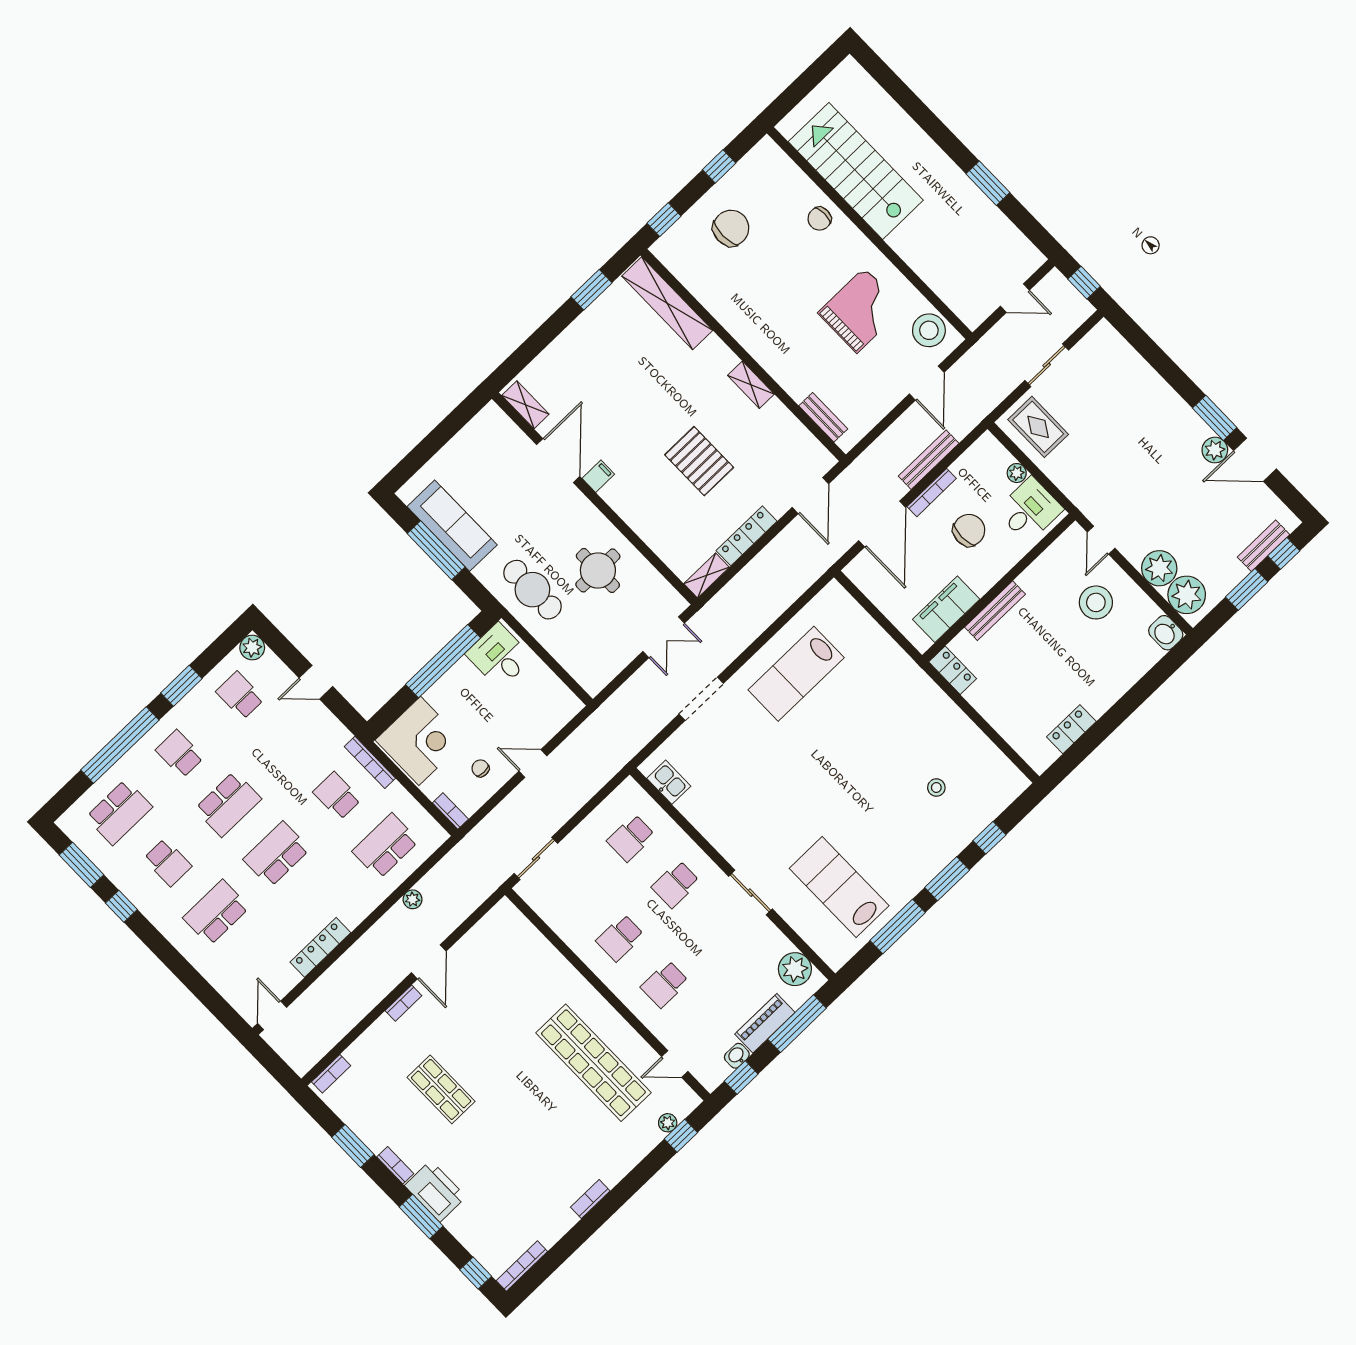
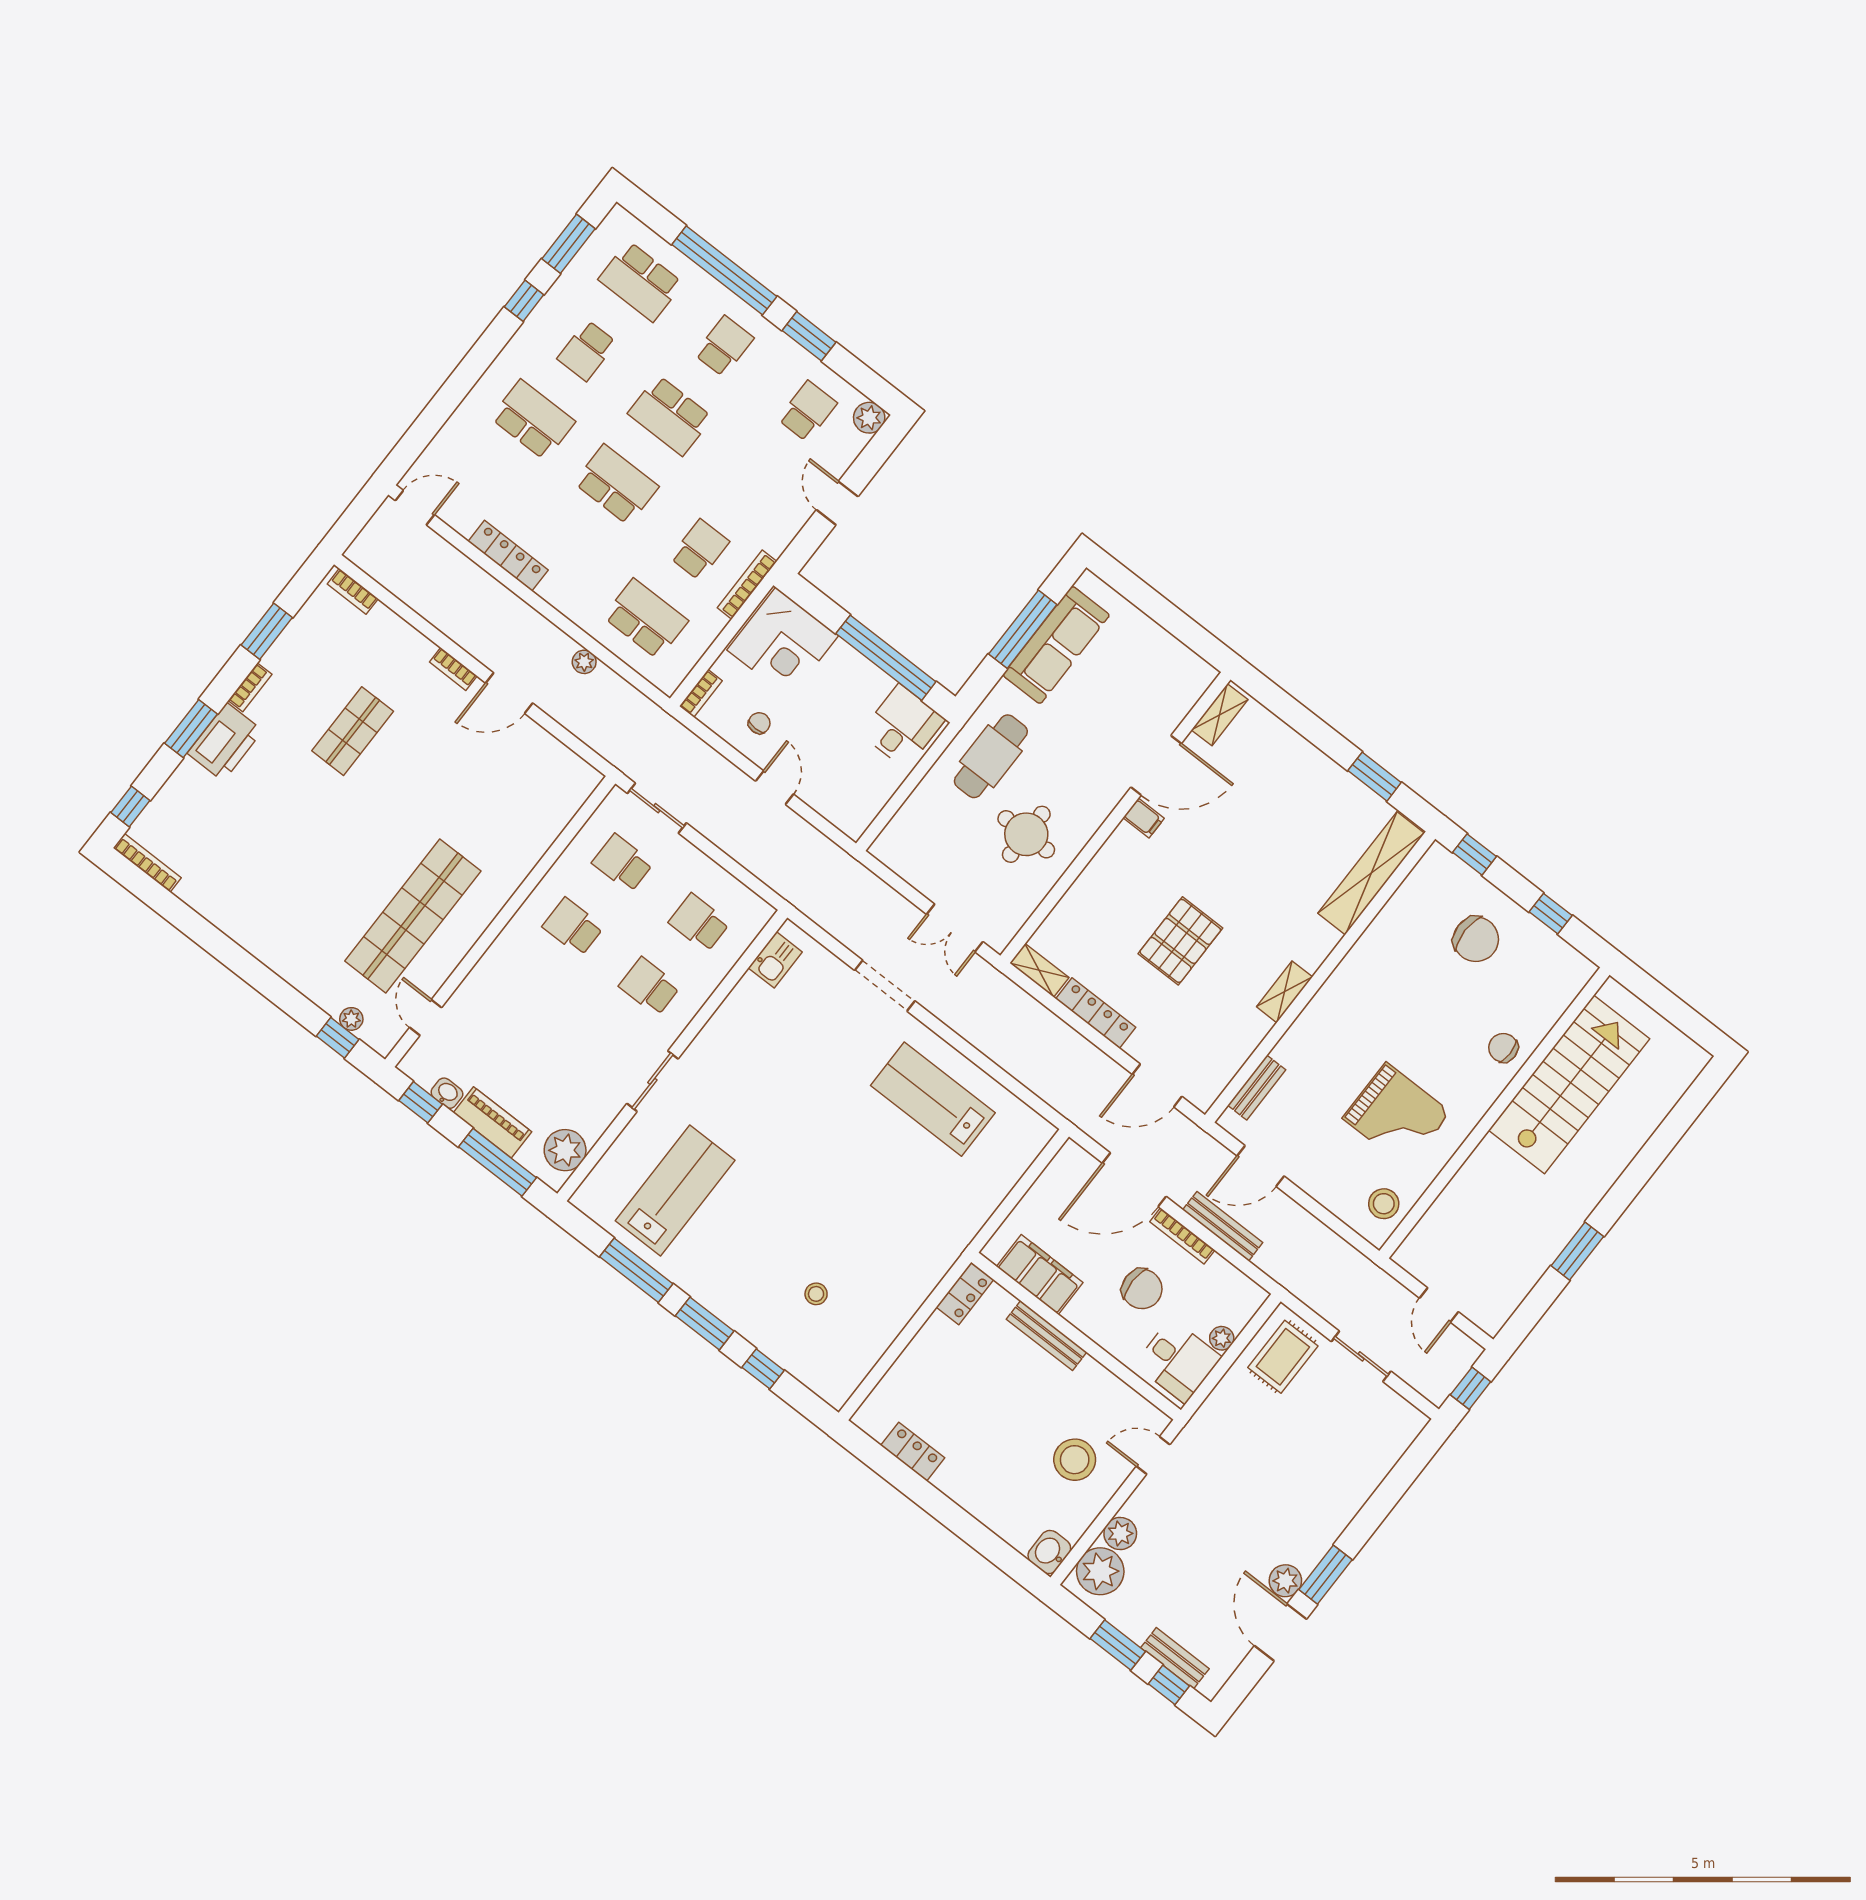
stool: (929, 330) -> (1384, 1204), width x0.73, depth x0.73
door: (927, 383) -> (1261, 1166), moved
plant: (1159, 568) -> (1120, 1534), width x0.73, depth x0.73
school desk: (665, 984) -> (623, 863), moved
bookcase: (590, 1199) -> (243, 936), removed

